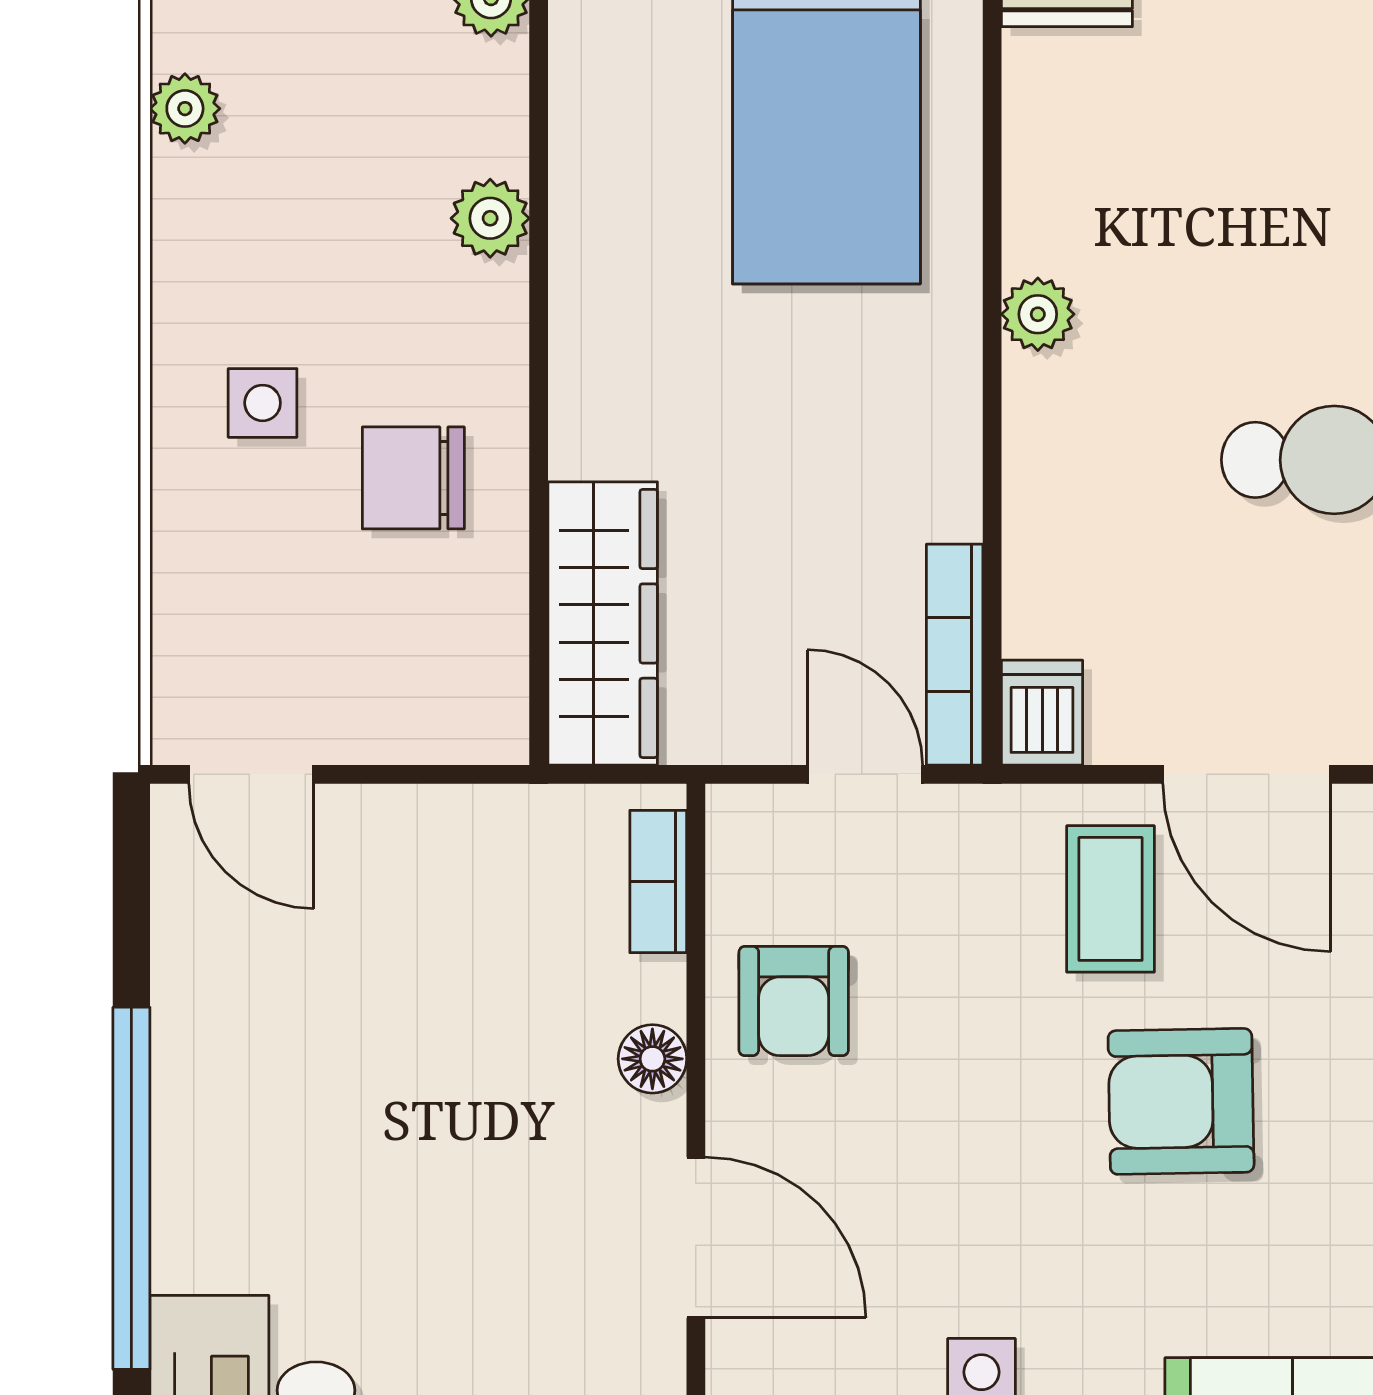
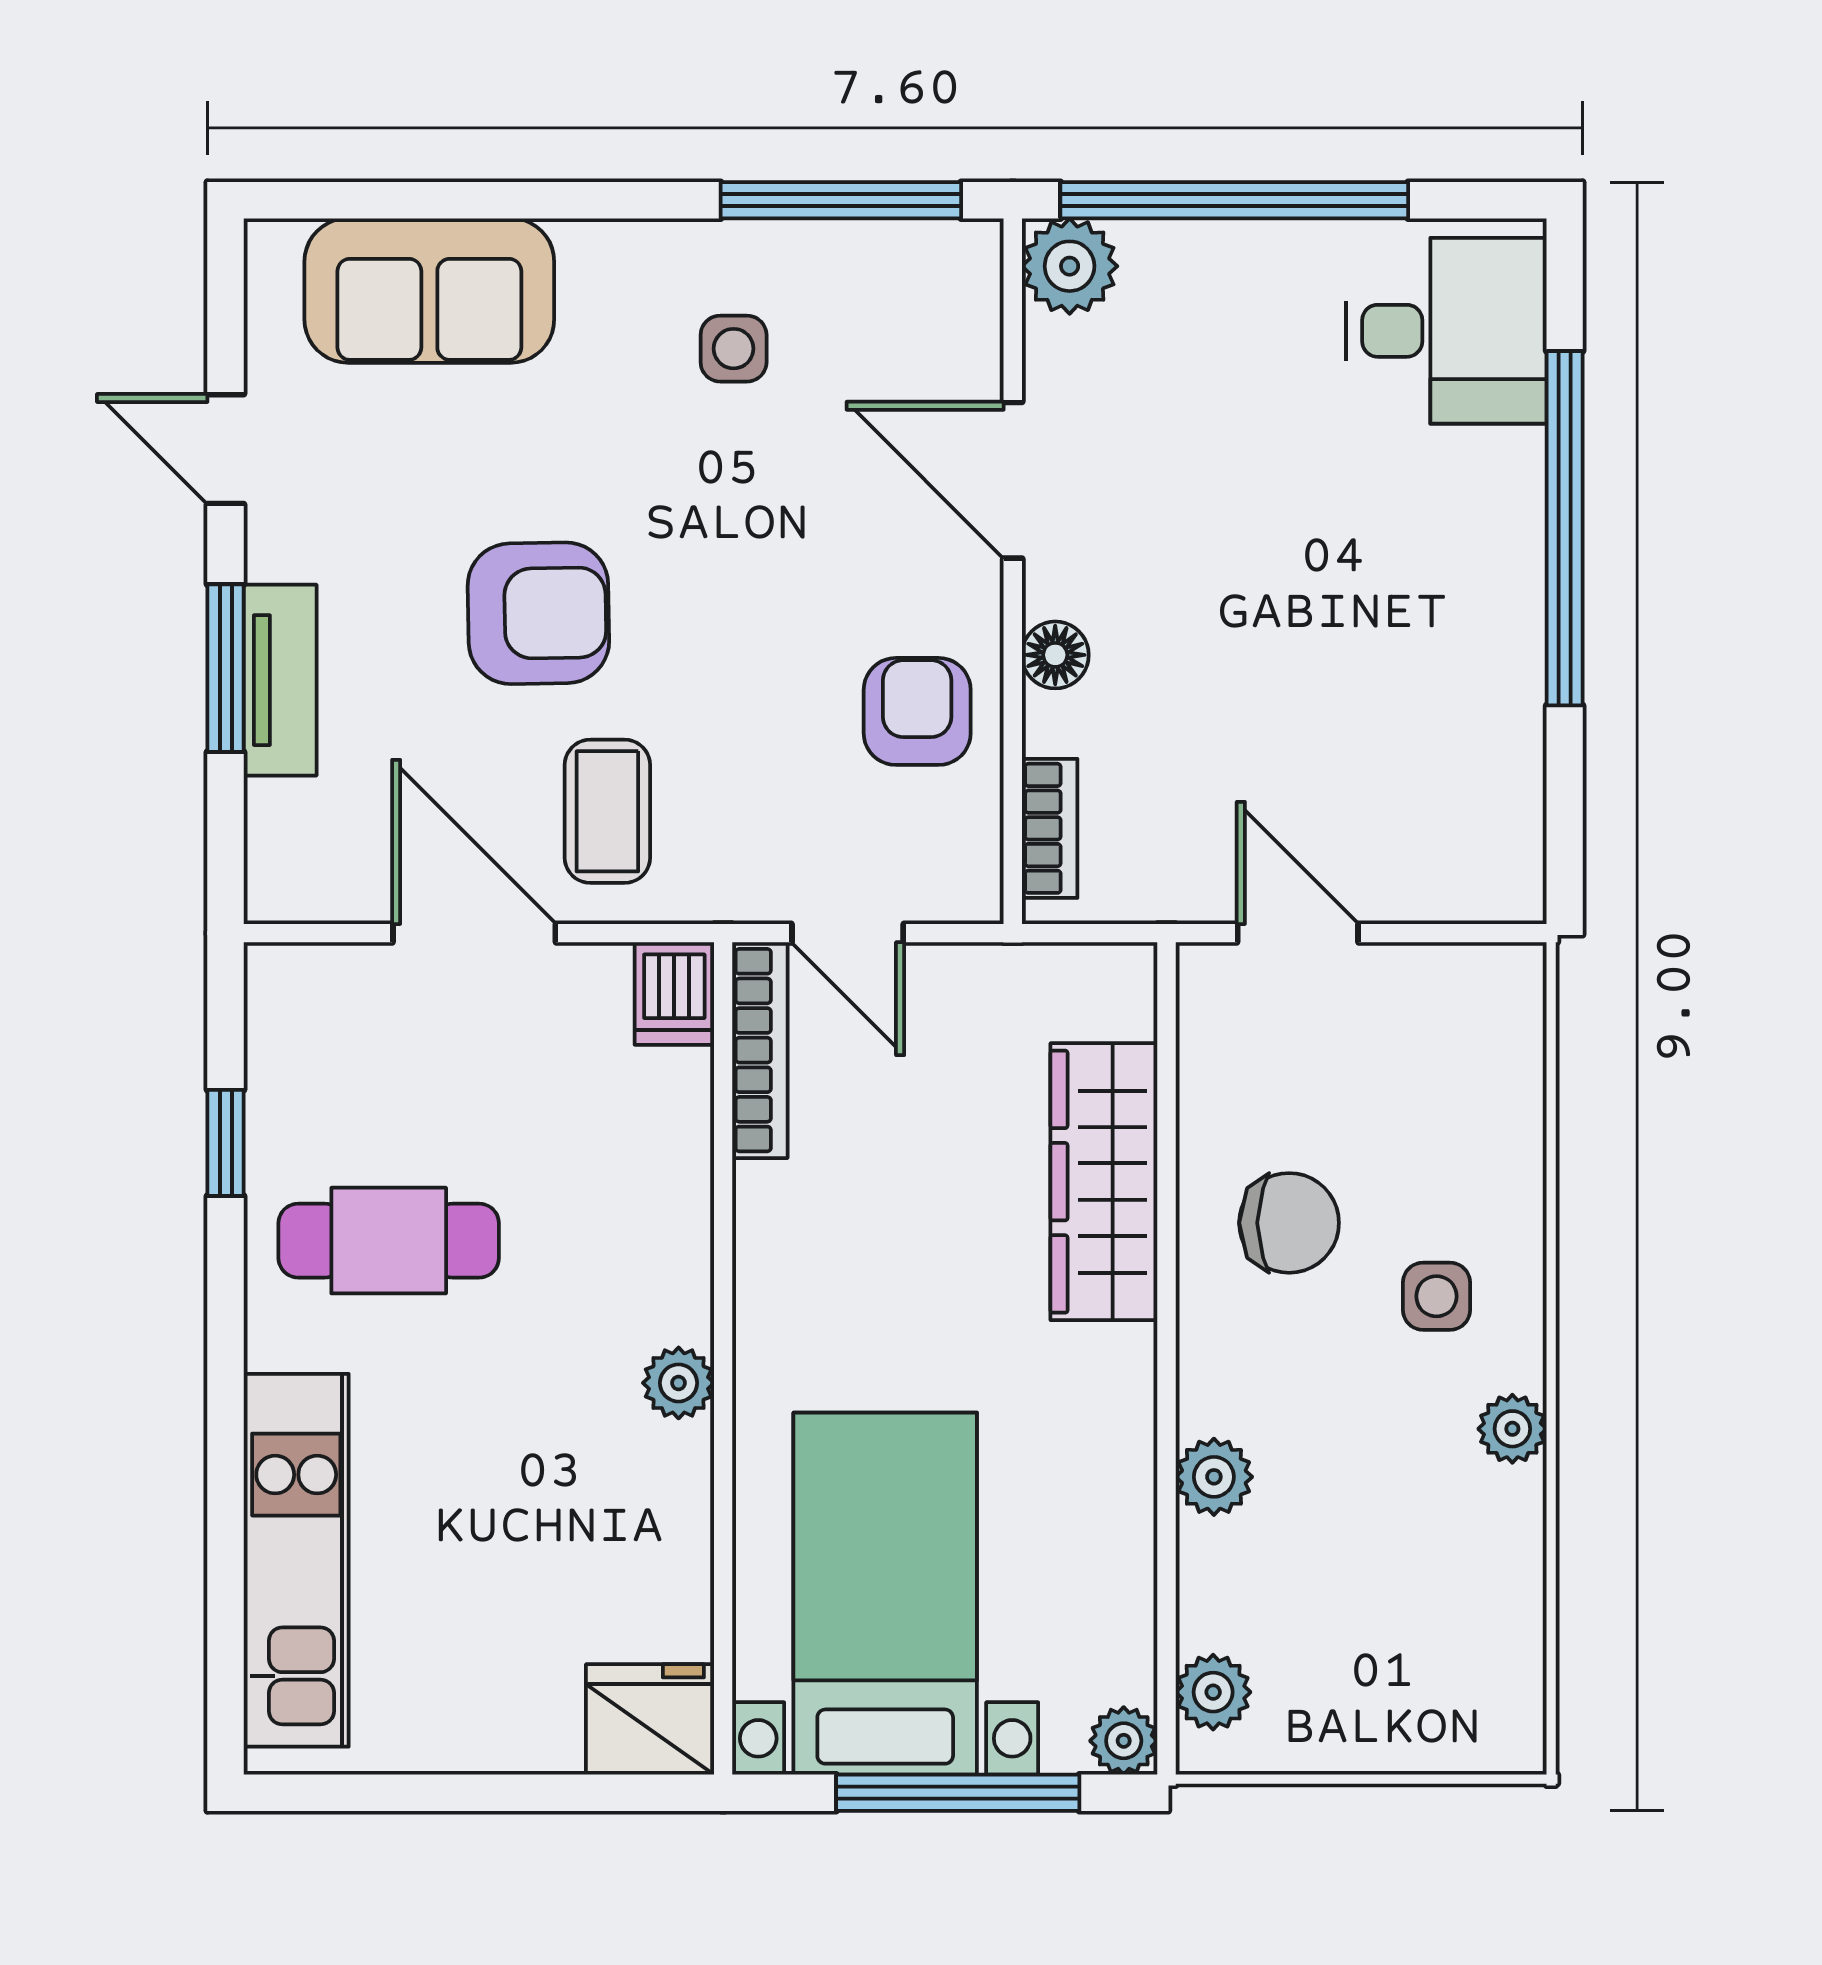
plant: (185, 109) -> (1512, 1429), moved
wardrobe: (603, 623) -> (1104, 1182), moved
door: (251, 774) -> (1298, 933), moved

